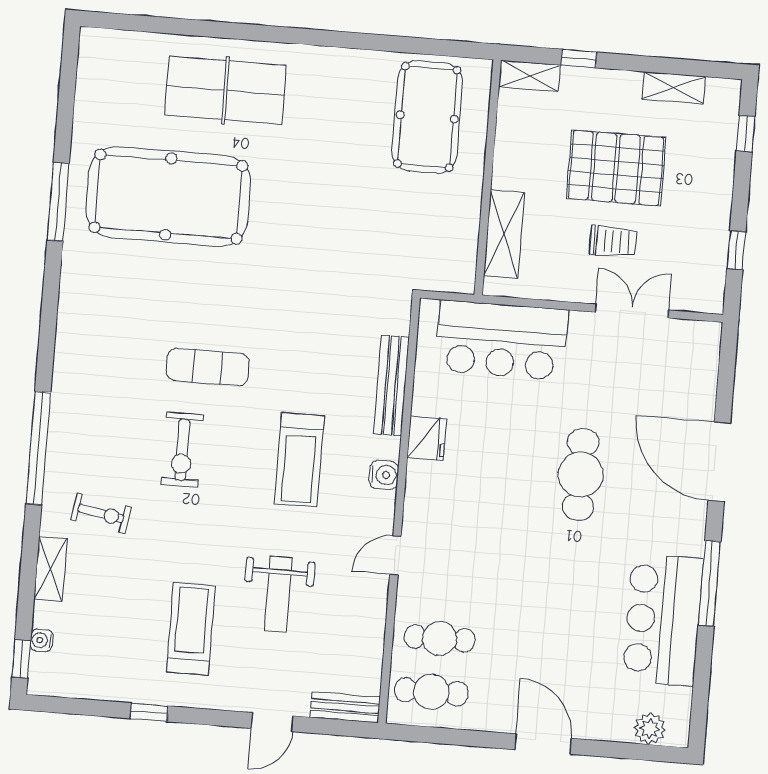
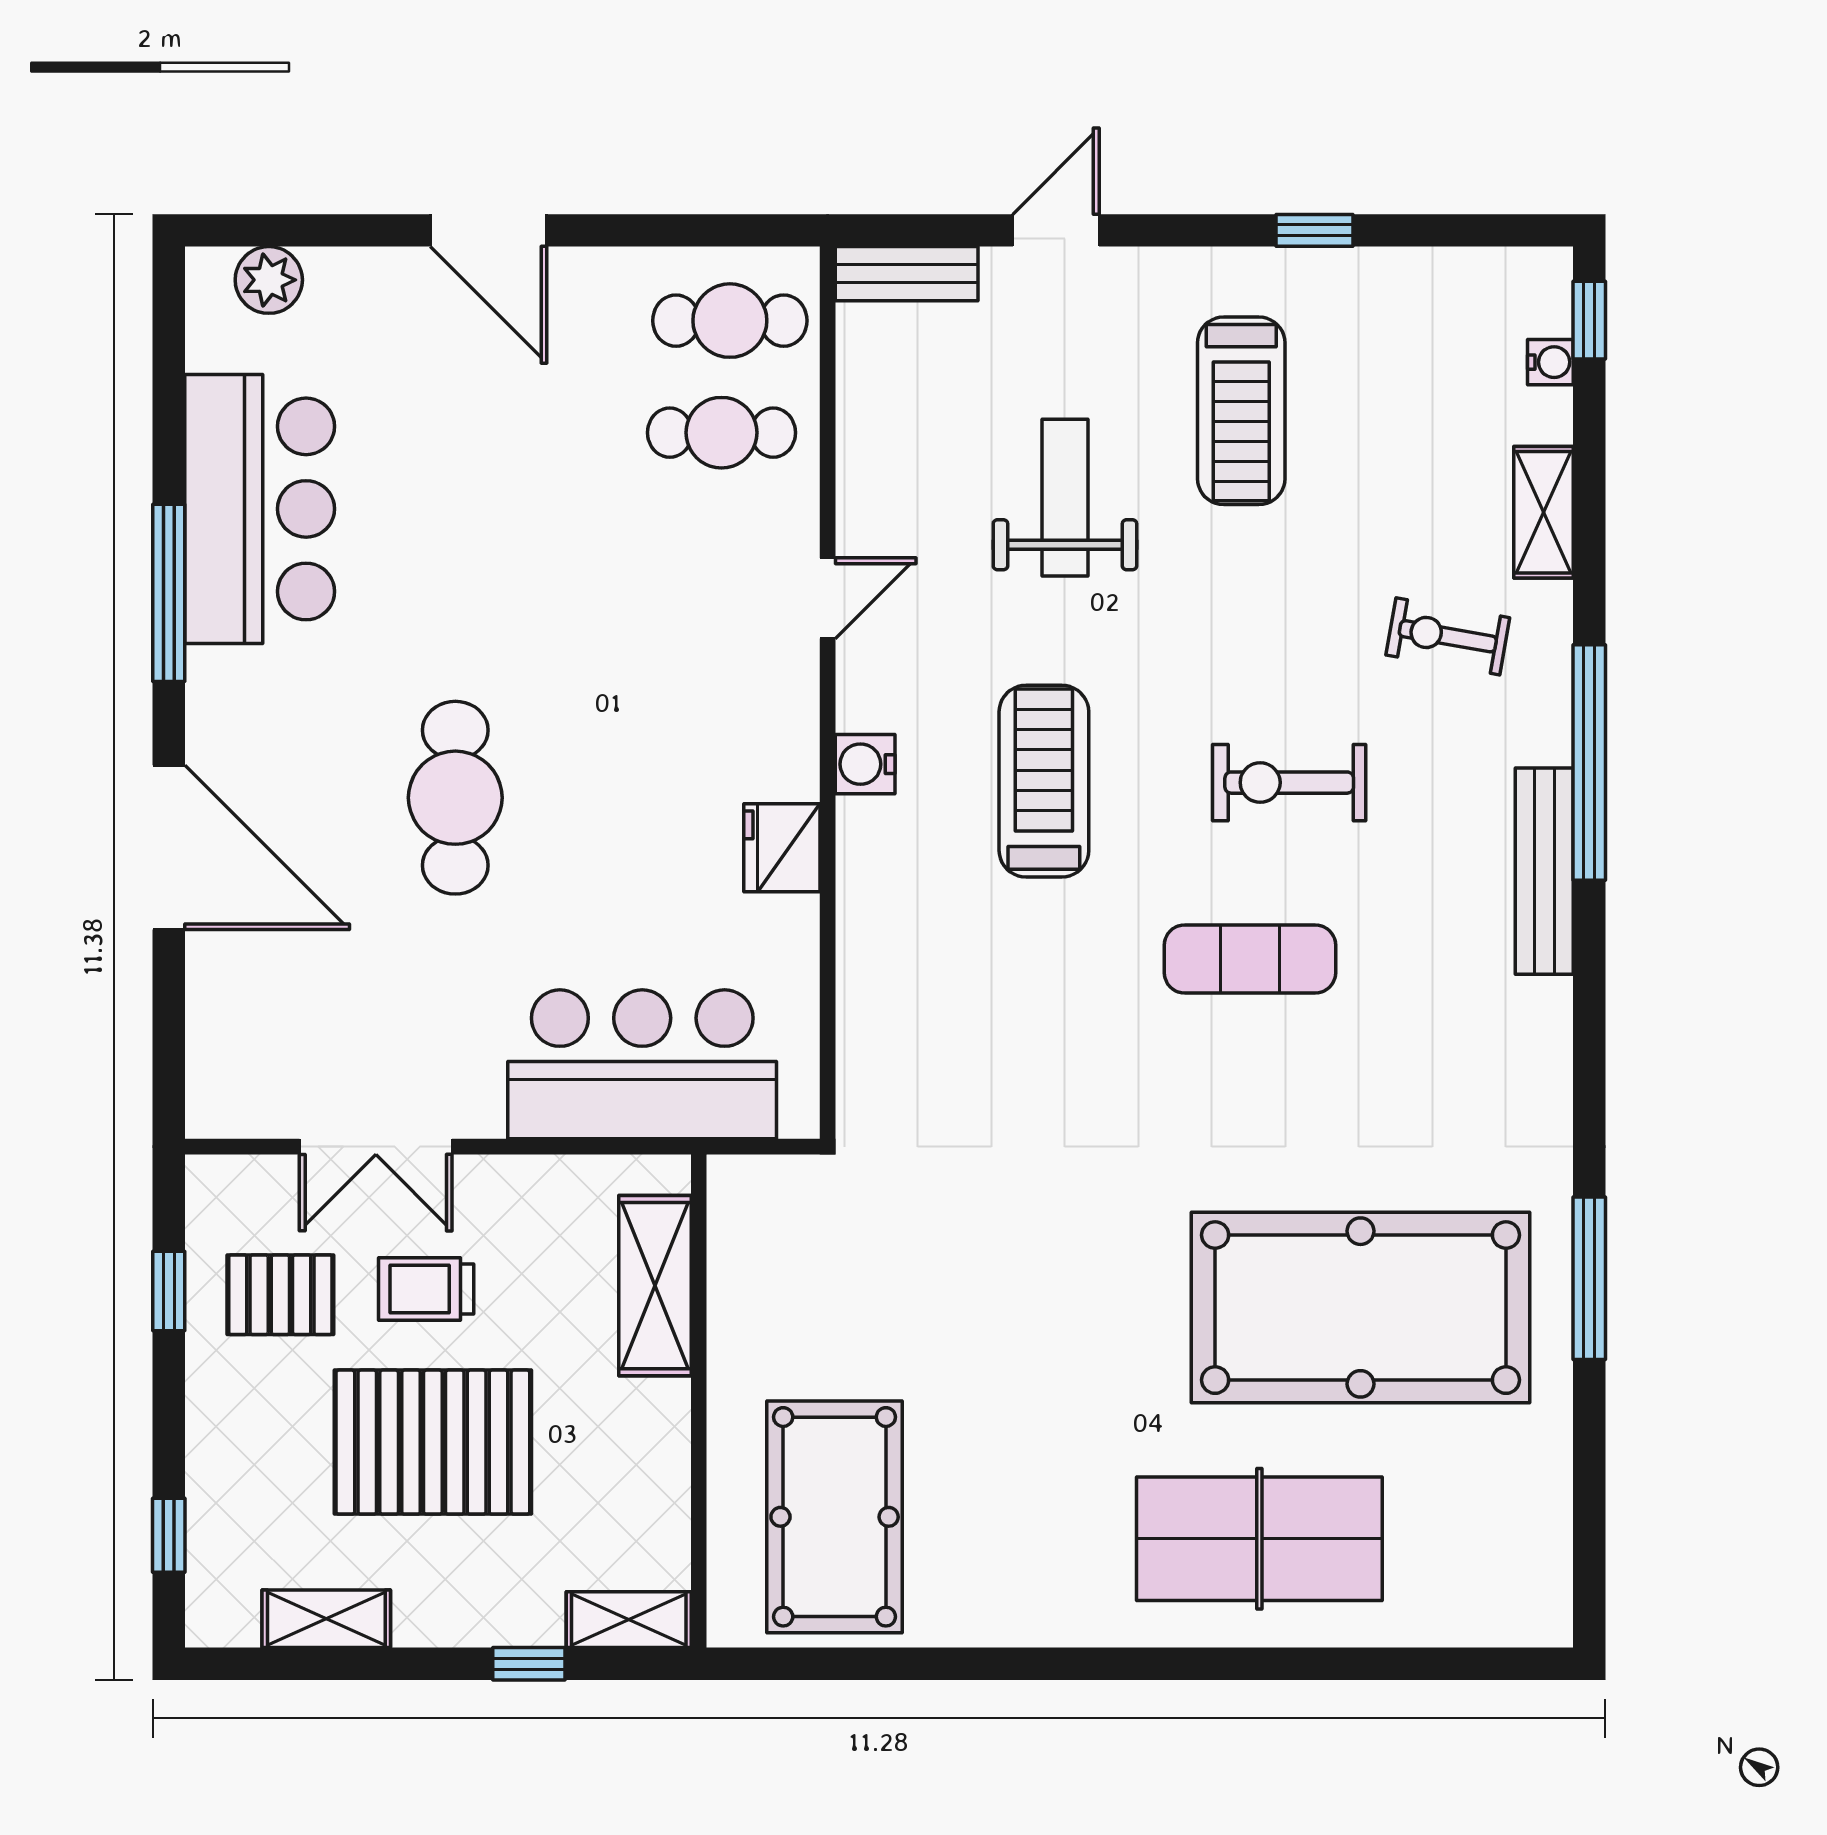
pallet: (683, 244) -> (280, 1295), added
bench: (391, 385) -> (1544, 871), moved
exercise bike: (182, 450) -> (1289, 783), turned -90

